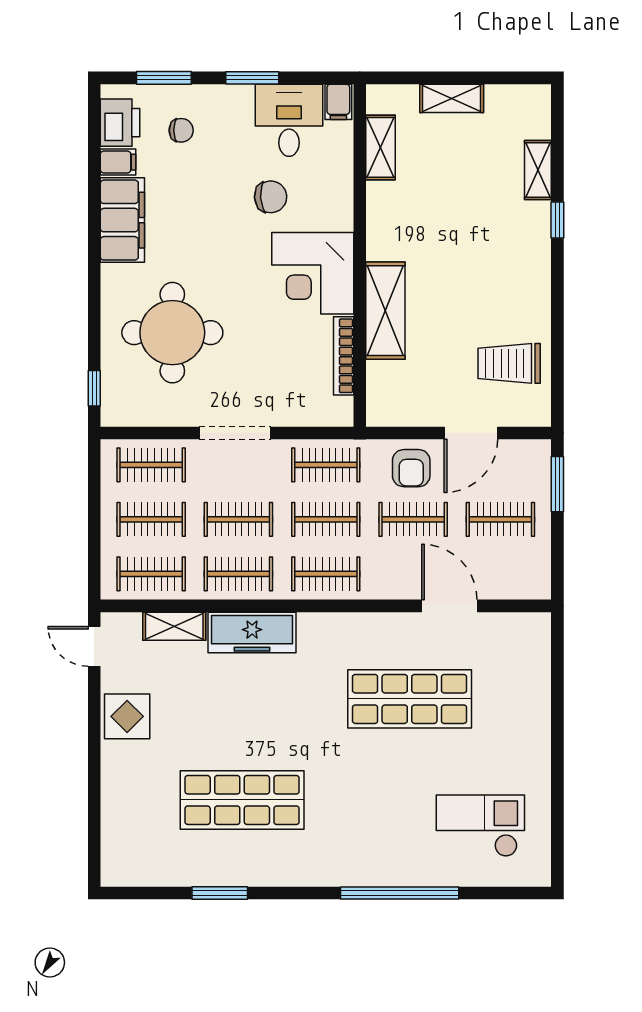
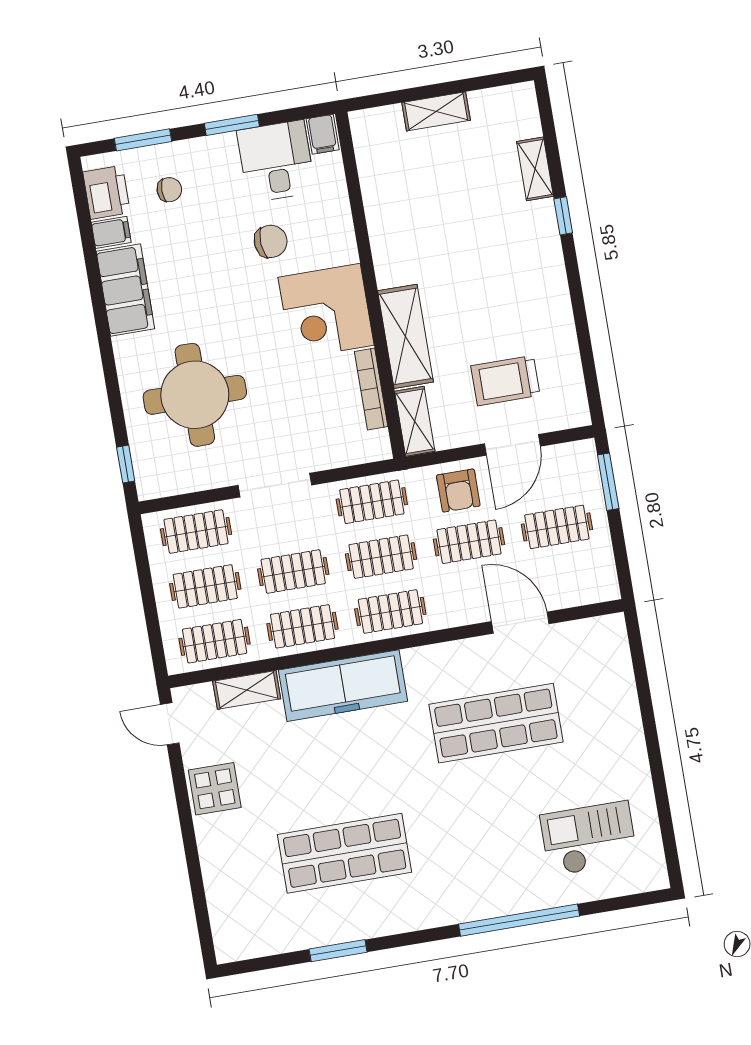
shelving: (380, 147) -> (415, 421), moved
trolley: (509, 363) -> (505, 381), moved
freezer: (252, 632) -> (343, 686), width x1.36, depth x1.26

